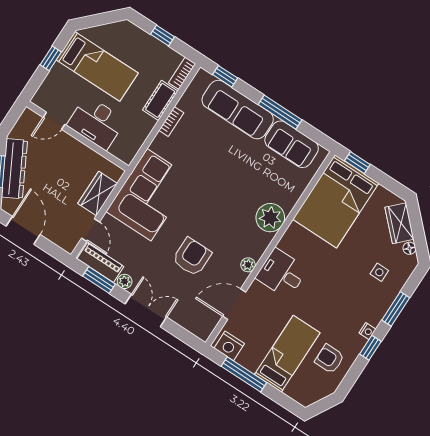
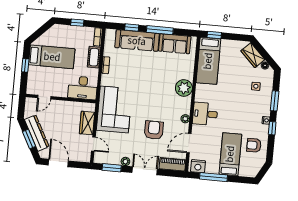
window: (225, 76) -> (132, 28), moved
desk: (96, 123) -> (83, 88), moved
bed: (336, 201) -> (208, 61), width x0.67
piano: (100, 263) -> (172, 164), moved

